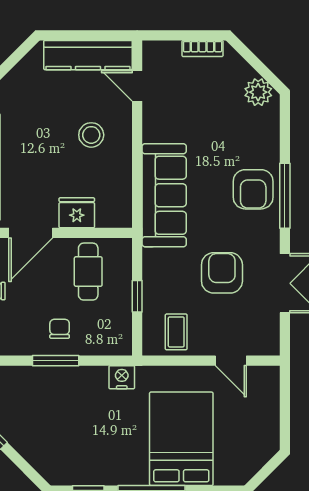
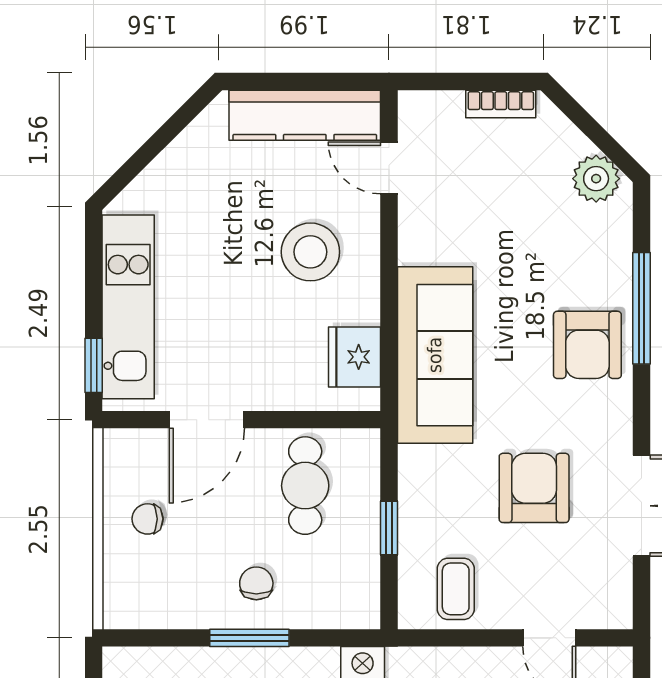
stool: (91, 135) -> (310, 252), width x1.38, depth x1.38
window: (285, 196) -> (641, 308), moved
fridge: (77, 213) -> (354, 357), moved, turned -90

